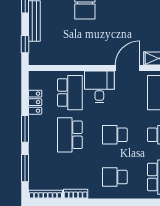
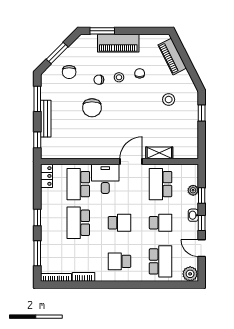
school desk: (70, 93) -> (78, 184), turned 180
locker: (35, 102) -> (46, 176), moved
window: (25, 129) -> (37, 217), width x0.67
school desk: (115, 135) -> (119, 223), turned 180

